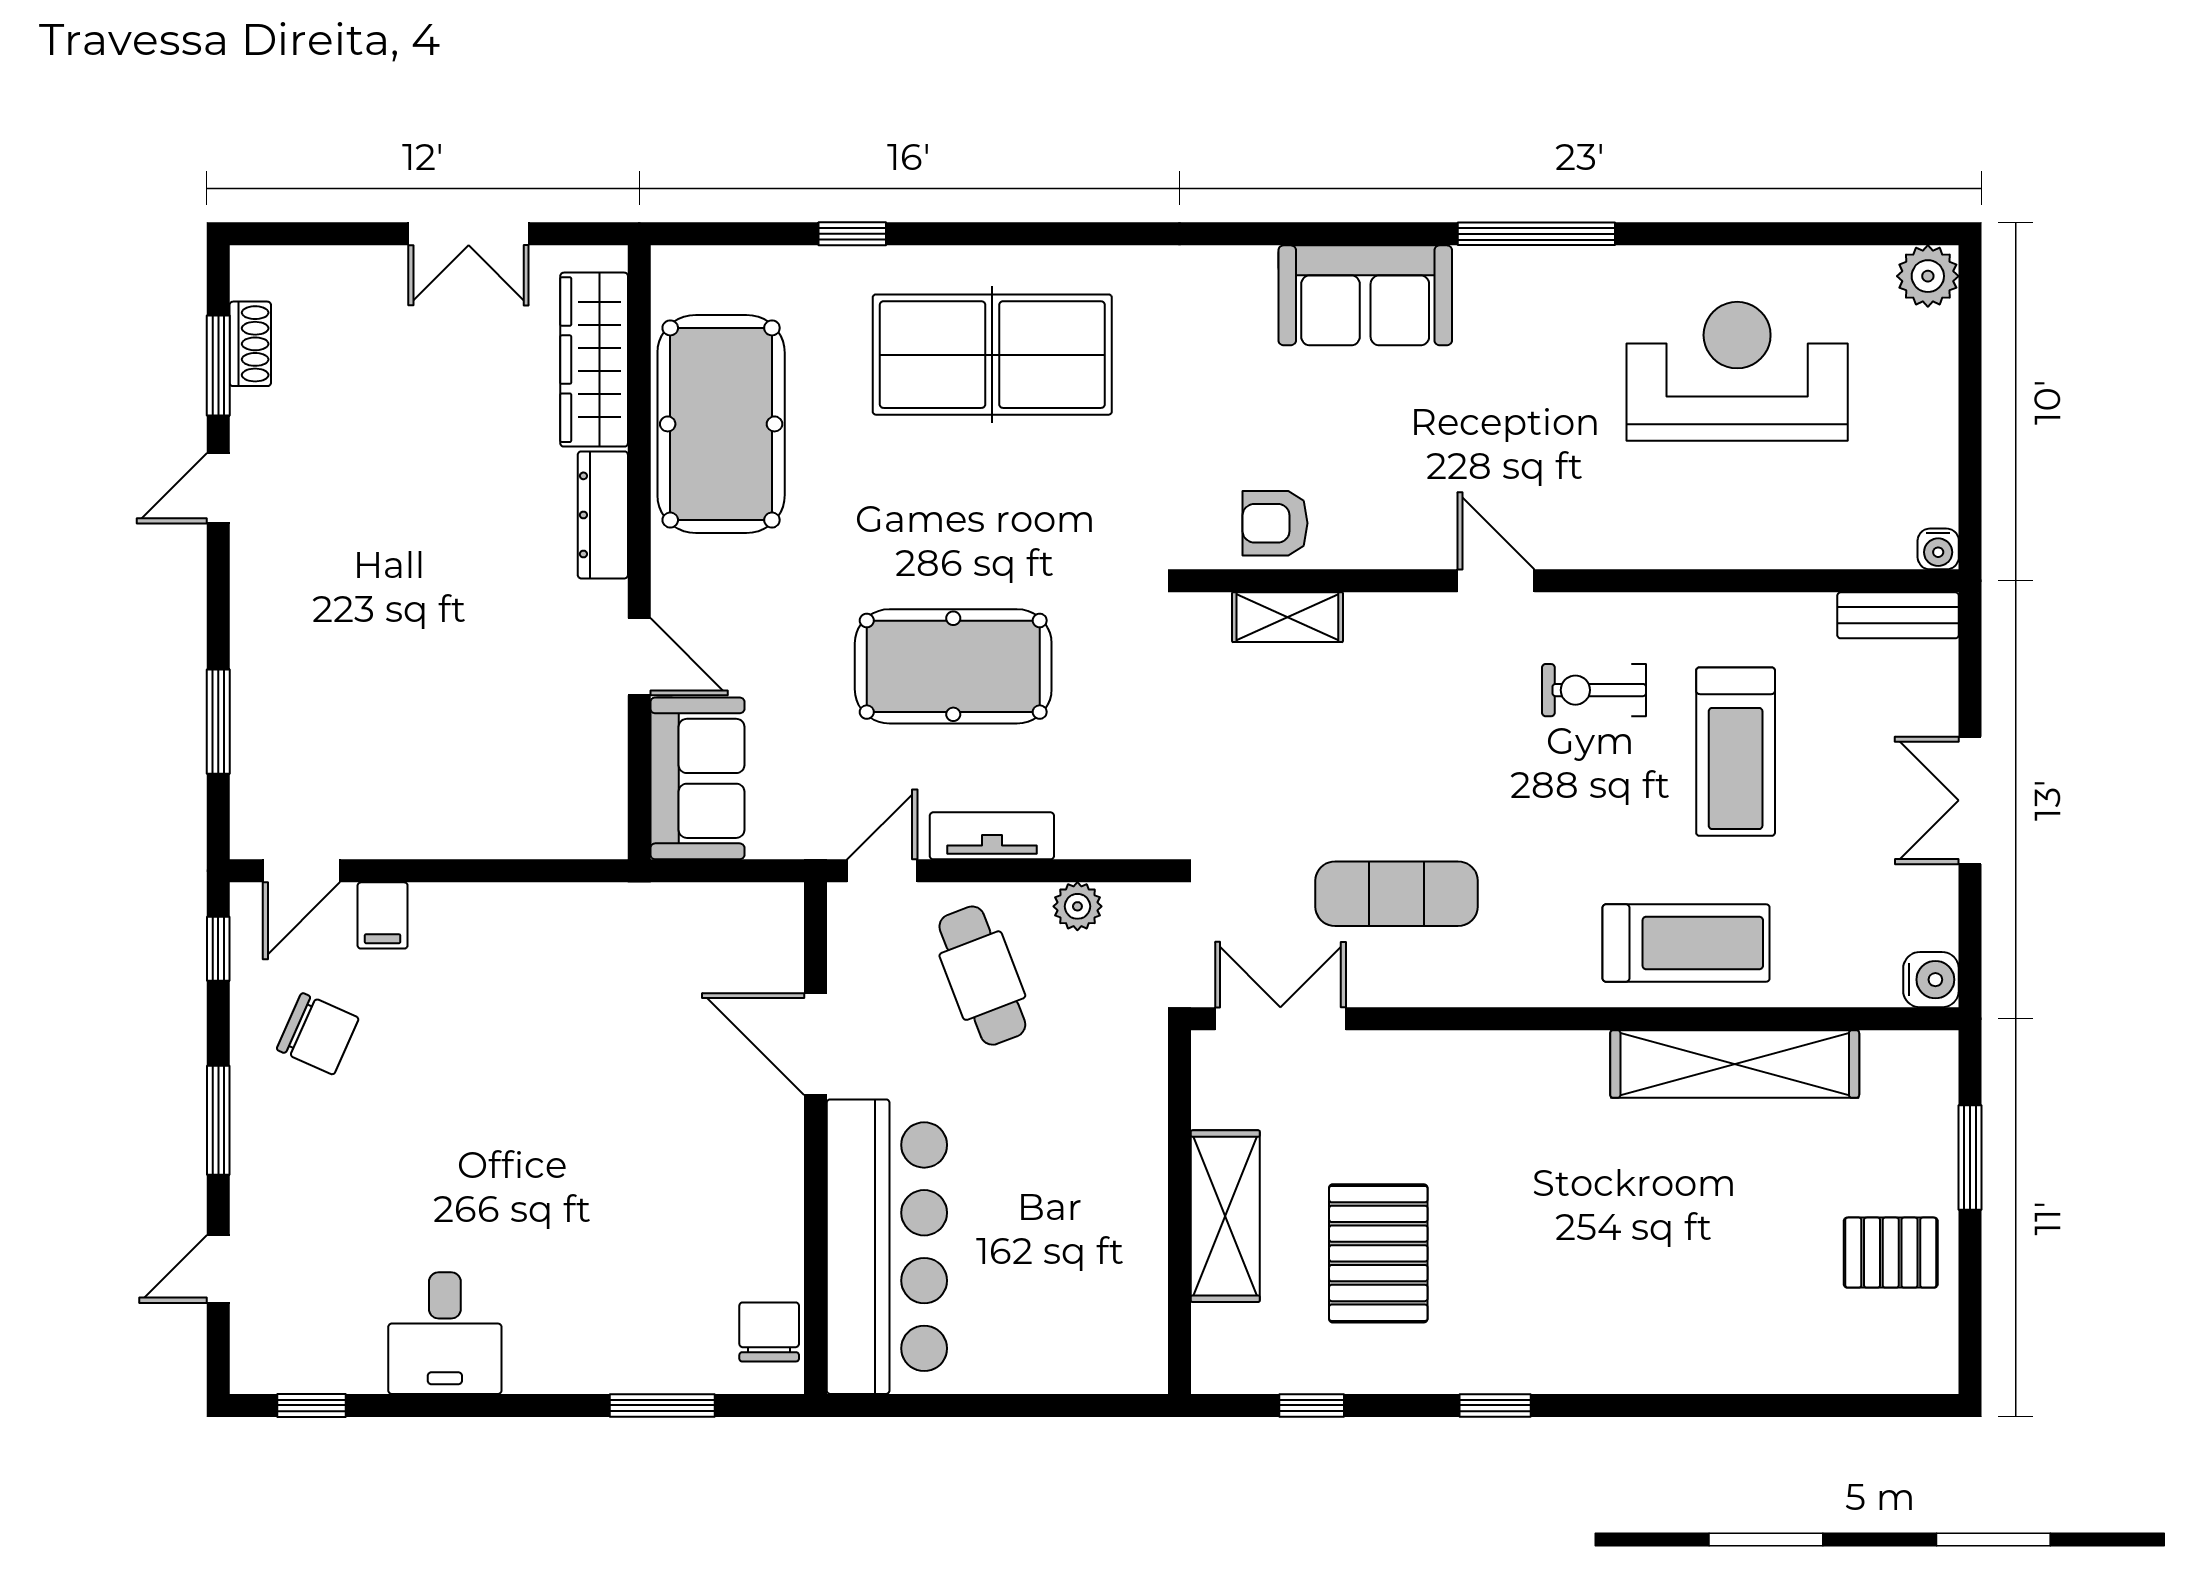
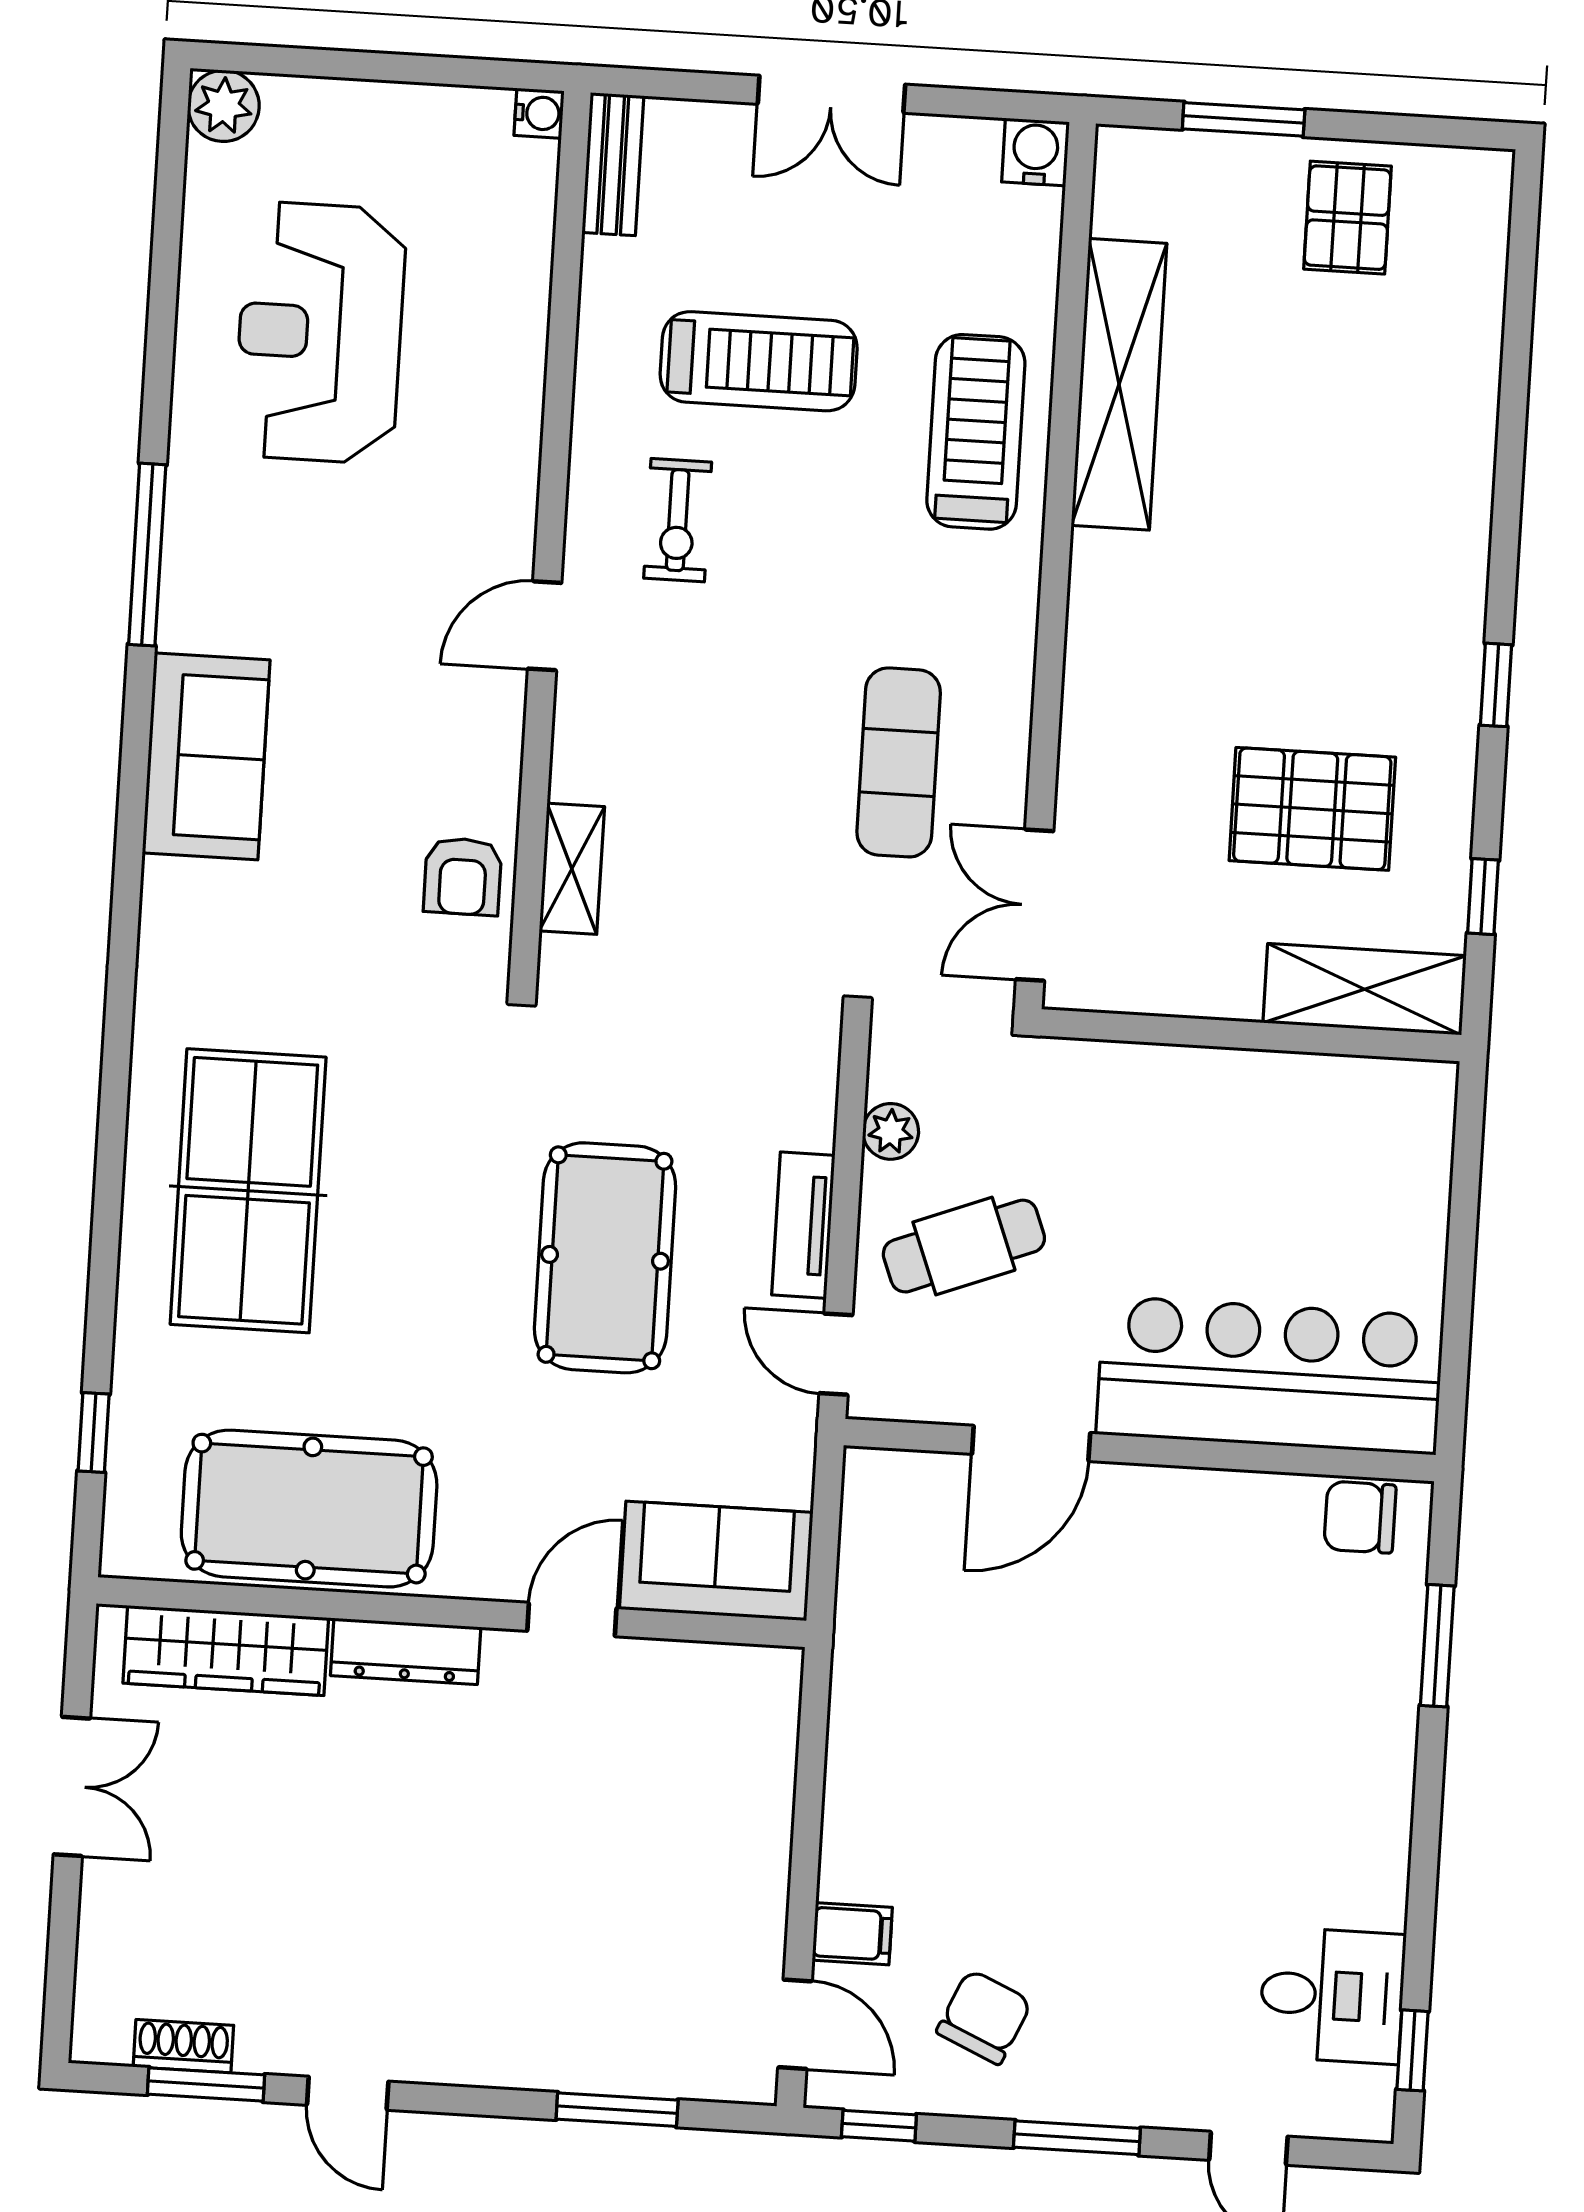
window: (852, 234) -> (94, 1433), moved
shelving: (1225, 1216) -> (1365, 989), moved
desk: (445, 1333) -> (1332, 1995), moved

